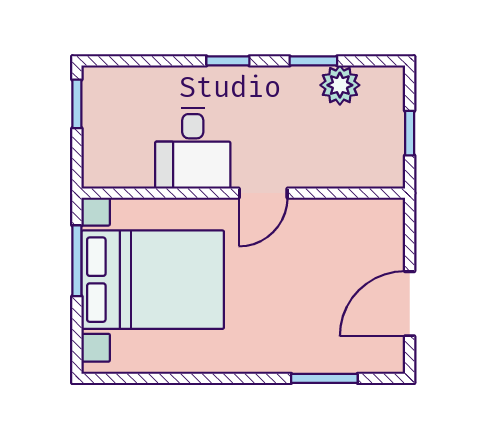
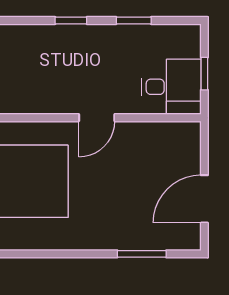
plant: (340, 85) -> (153, 38), removed
desk: (193, 148) -> (171, 87), moved, turned -90

